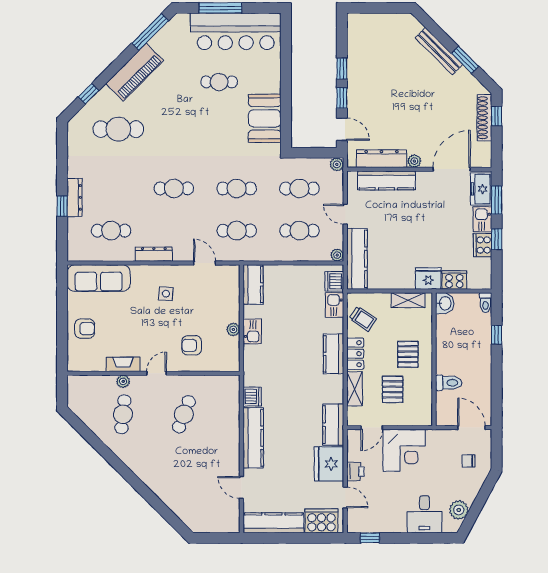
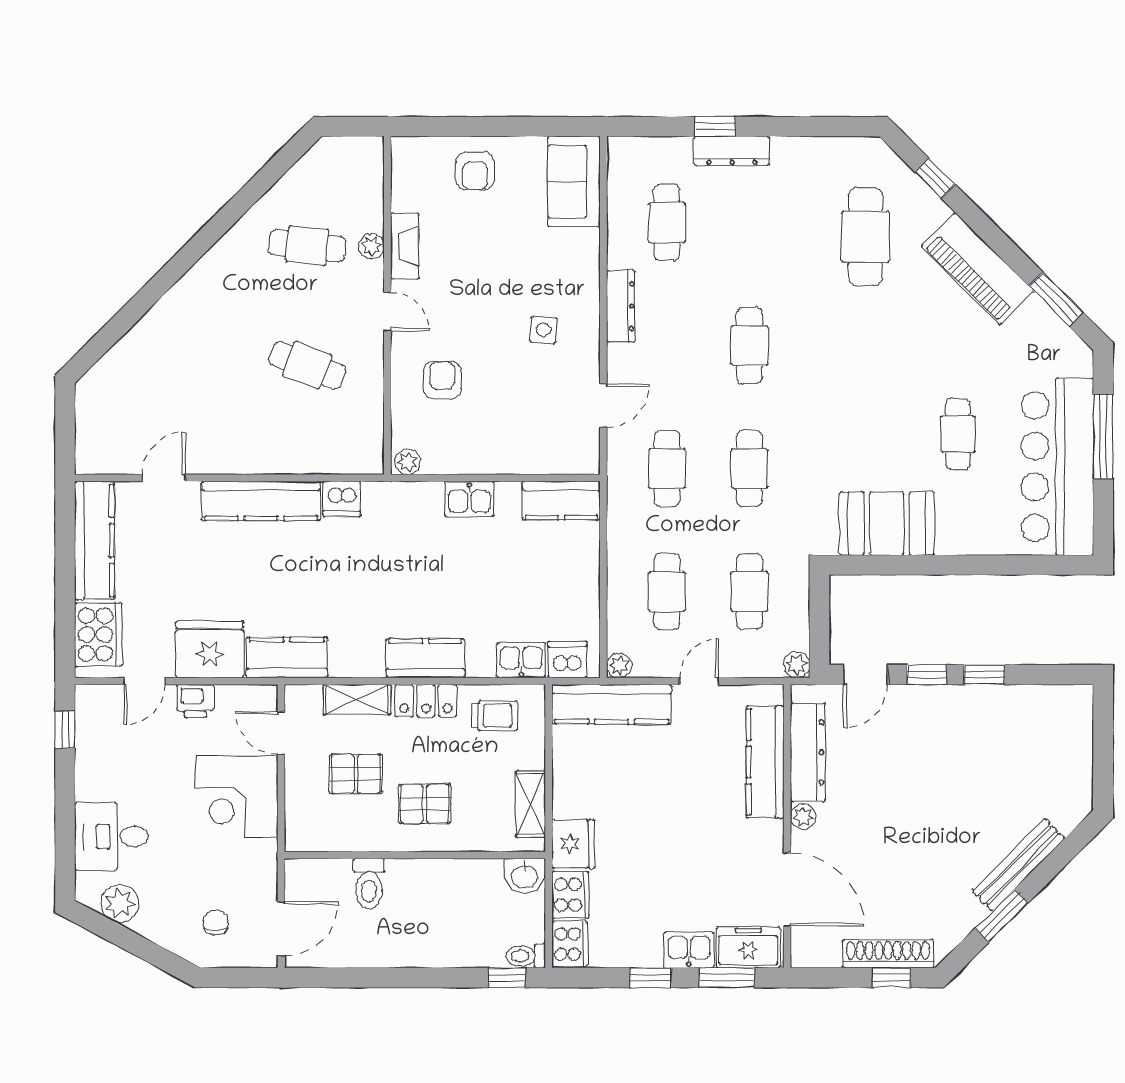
window: (150, 32) -> (1056, 299), width x0.69
cooker: (483, 245) -> (570, 944), moved, turned 90
sofa: (99, 278) -> (574, 182), width x0.73
trolley: (363, 319) -> (494, 716), turned -124
plant: (233, 329) -> (408, 462), moved
window: (497, 335) -> (507, 978), moved

